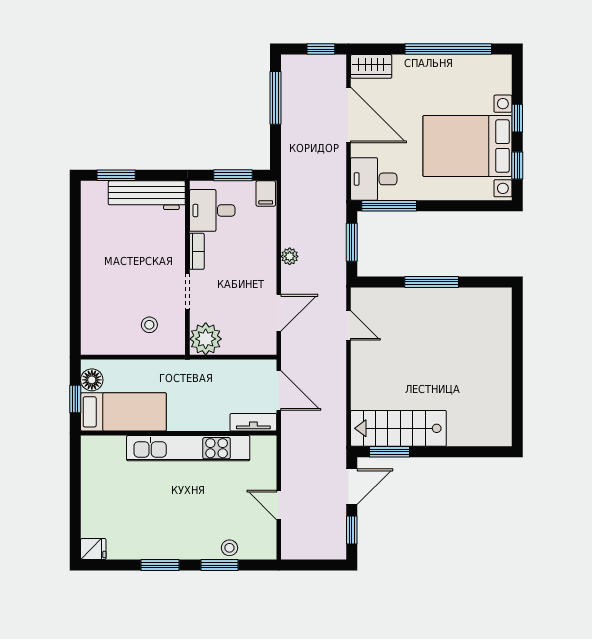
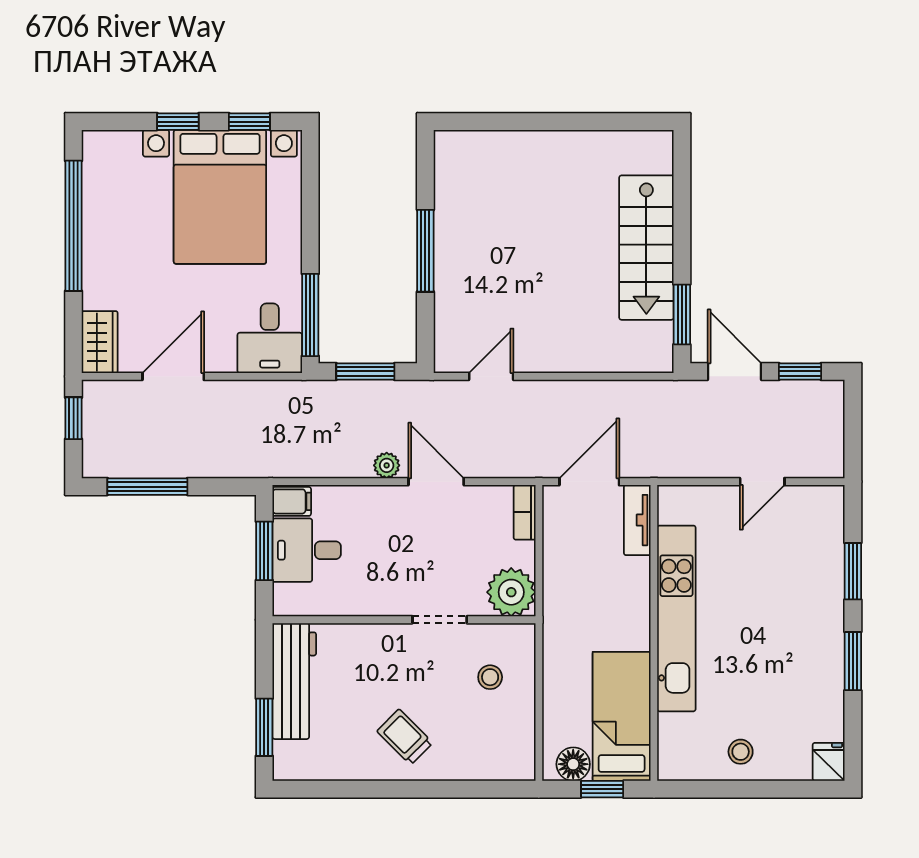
door: (348, 115) -> (173, 376), width x0.73
desk: (212, 210) -> (307, 550), moved, turned 90
bookcase: (197, 251) -> (525, 512), moved, turned -90
trolley: (110, 268) -> (405, 737), added
door: (279, 313) -> (436, 482), moved
stairs: (398, 428) -> (646, 248), moved
stool: (229, 548) -> (741, 752), moved

